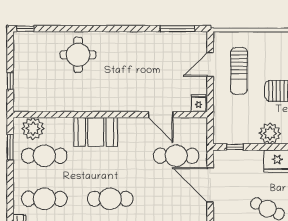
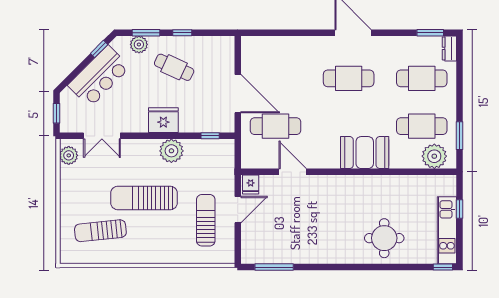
kitchen unit: (22, 62) -> (447, 230), added
door: (210, 65) -> (238, 210), moved

